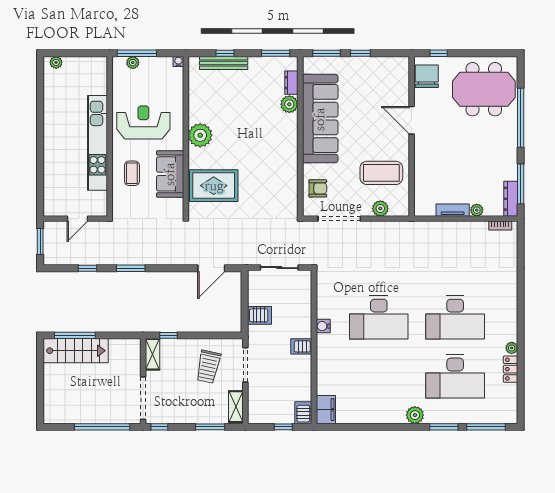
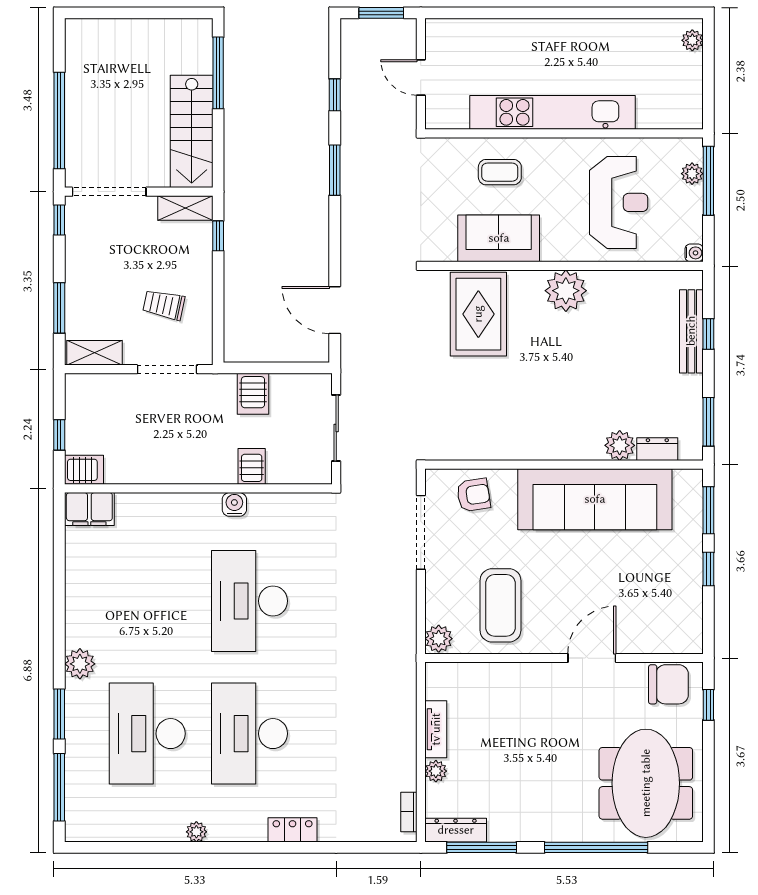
reception desk: (143, 123) -> (619, 202), moved
armchair: (318, 188) -> (474, 495), turned -99
plant: (380, 208) -> (439, 639), moved
server rack: (301, 346) -> (252, 466), moved
stairs: (76, 351) -> (192, 131), moved
trolley: (208, 367) -> (164, 305), width x0.73, depth x0.72
locker: (511, 369) -> (293, 830), moved

